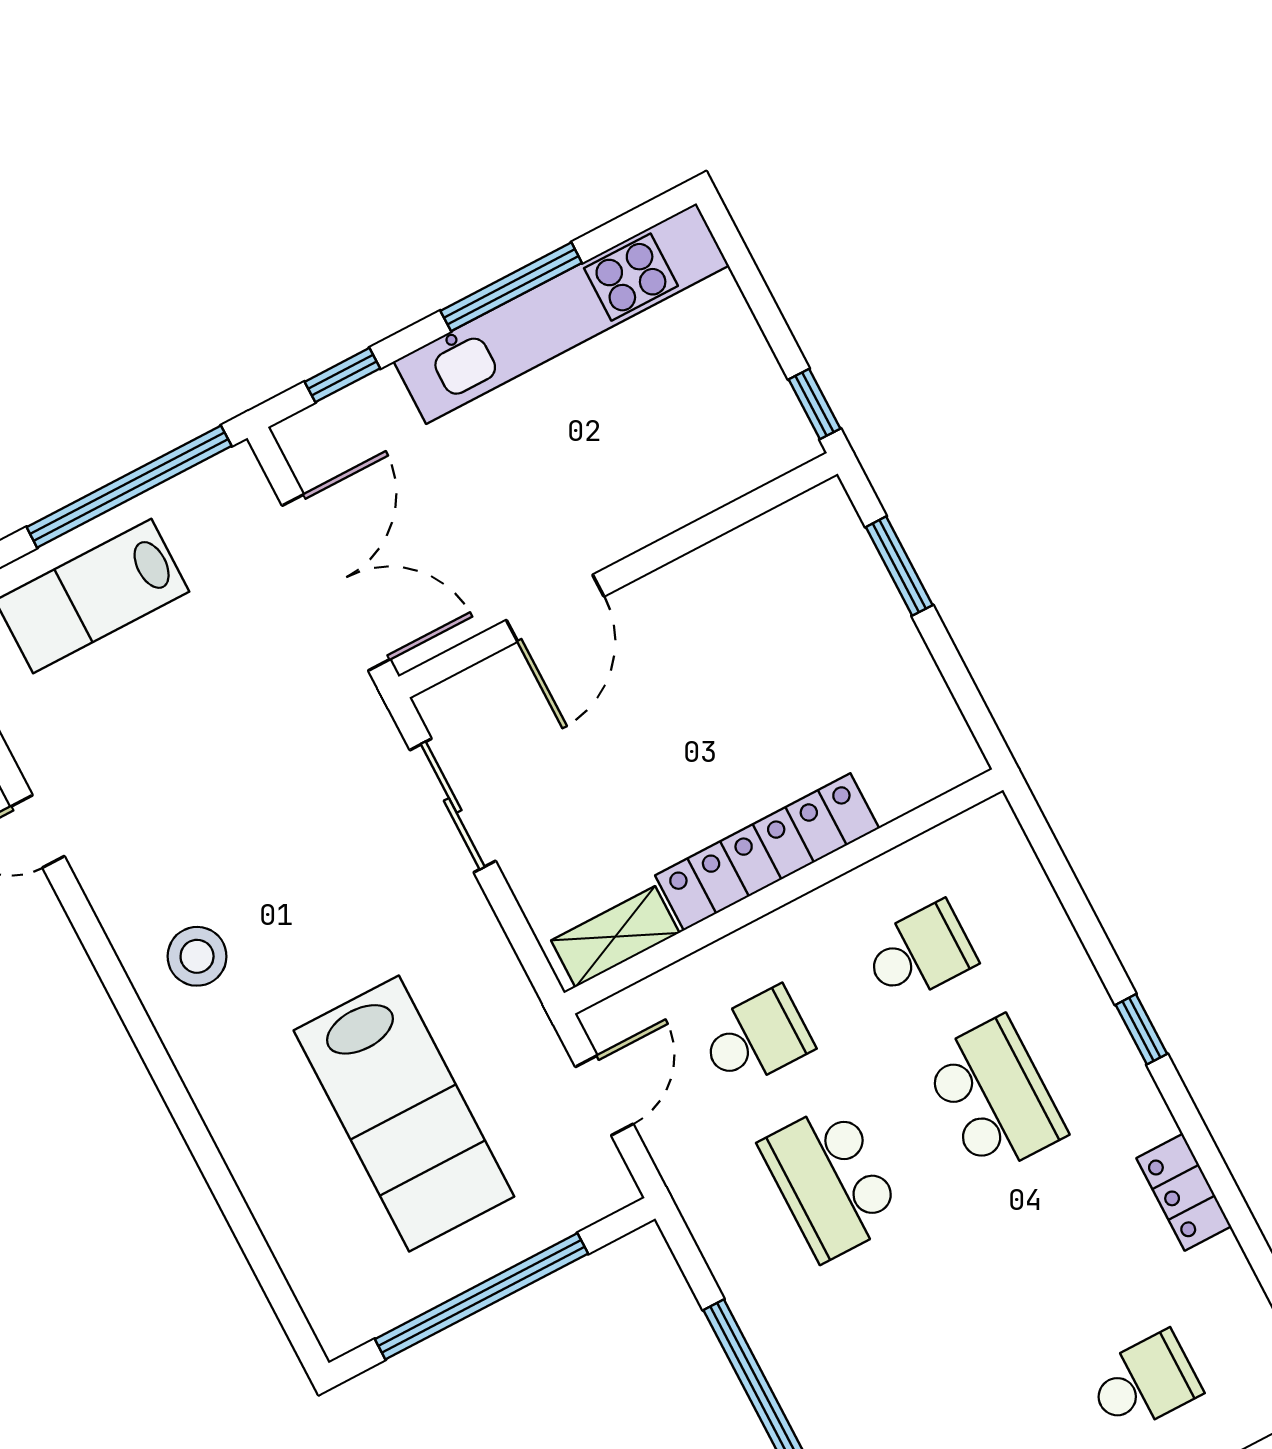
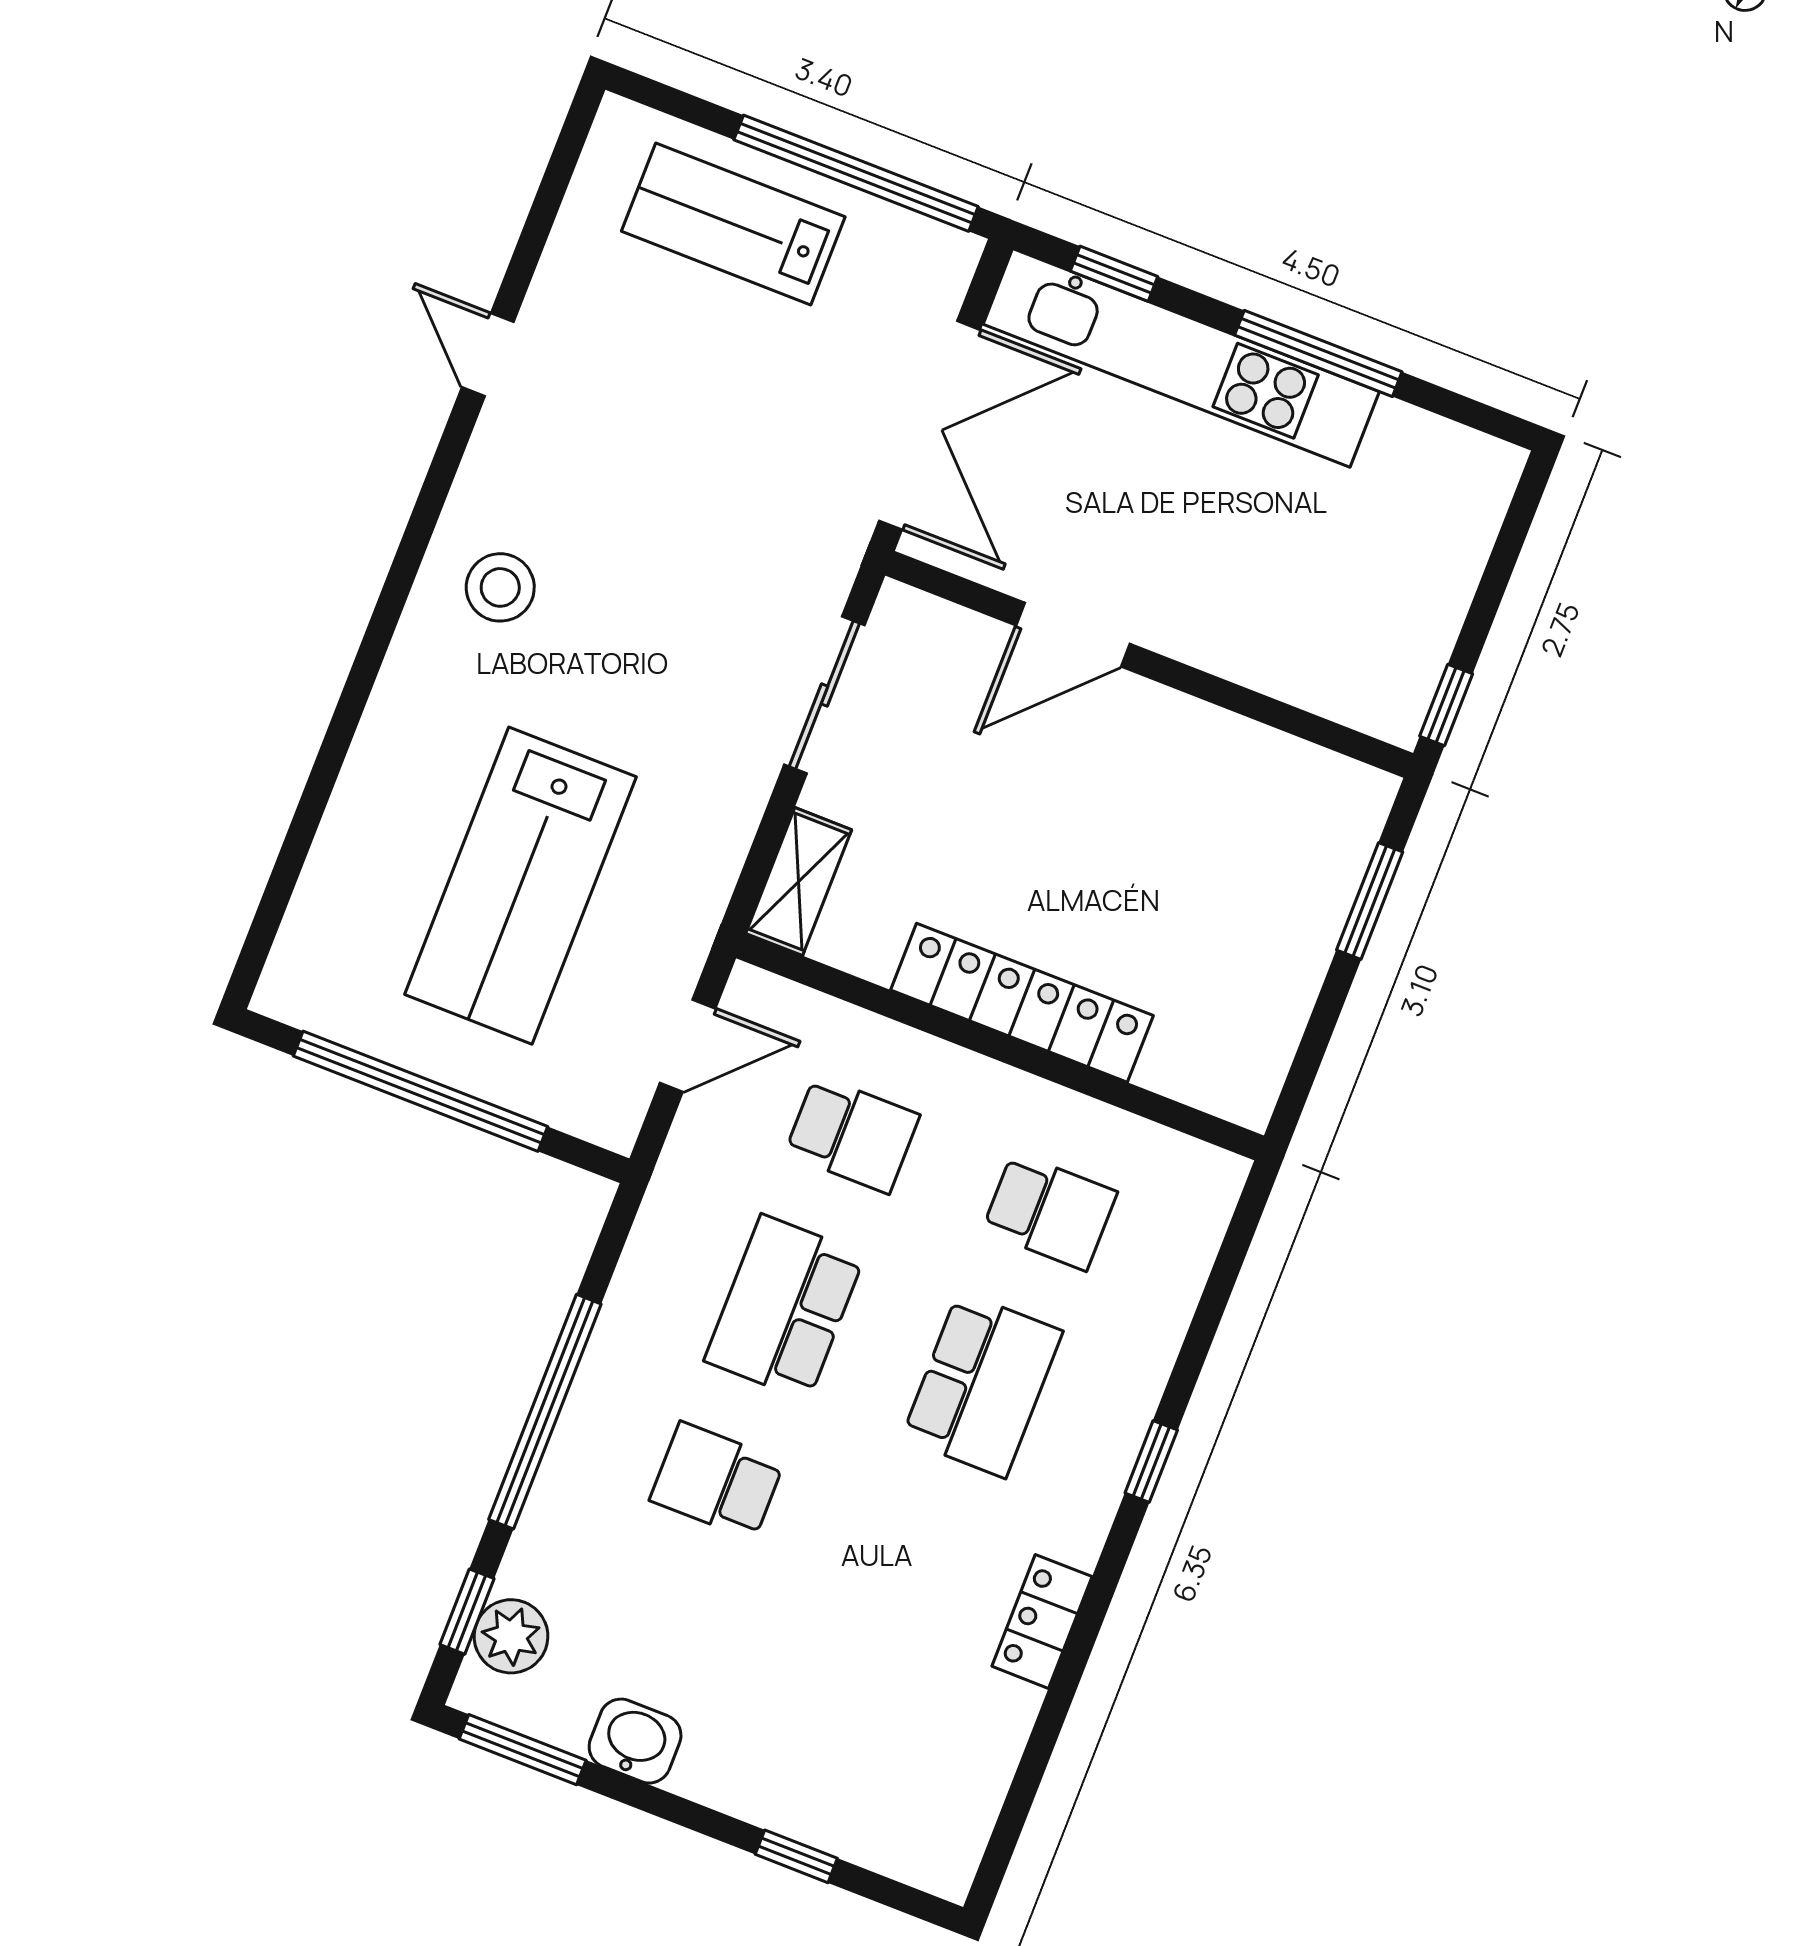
kitchen unit: (561, 314) -> (1181, 358), moved
shelving: (615, 937) -> (799, 882), moved, turned 90
school desk: (1144, 1383) -> (717, 1481), moved, turned 180

